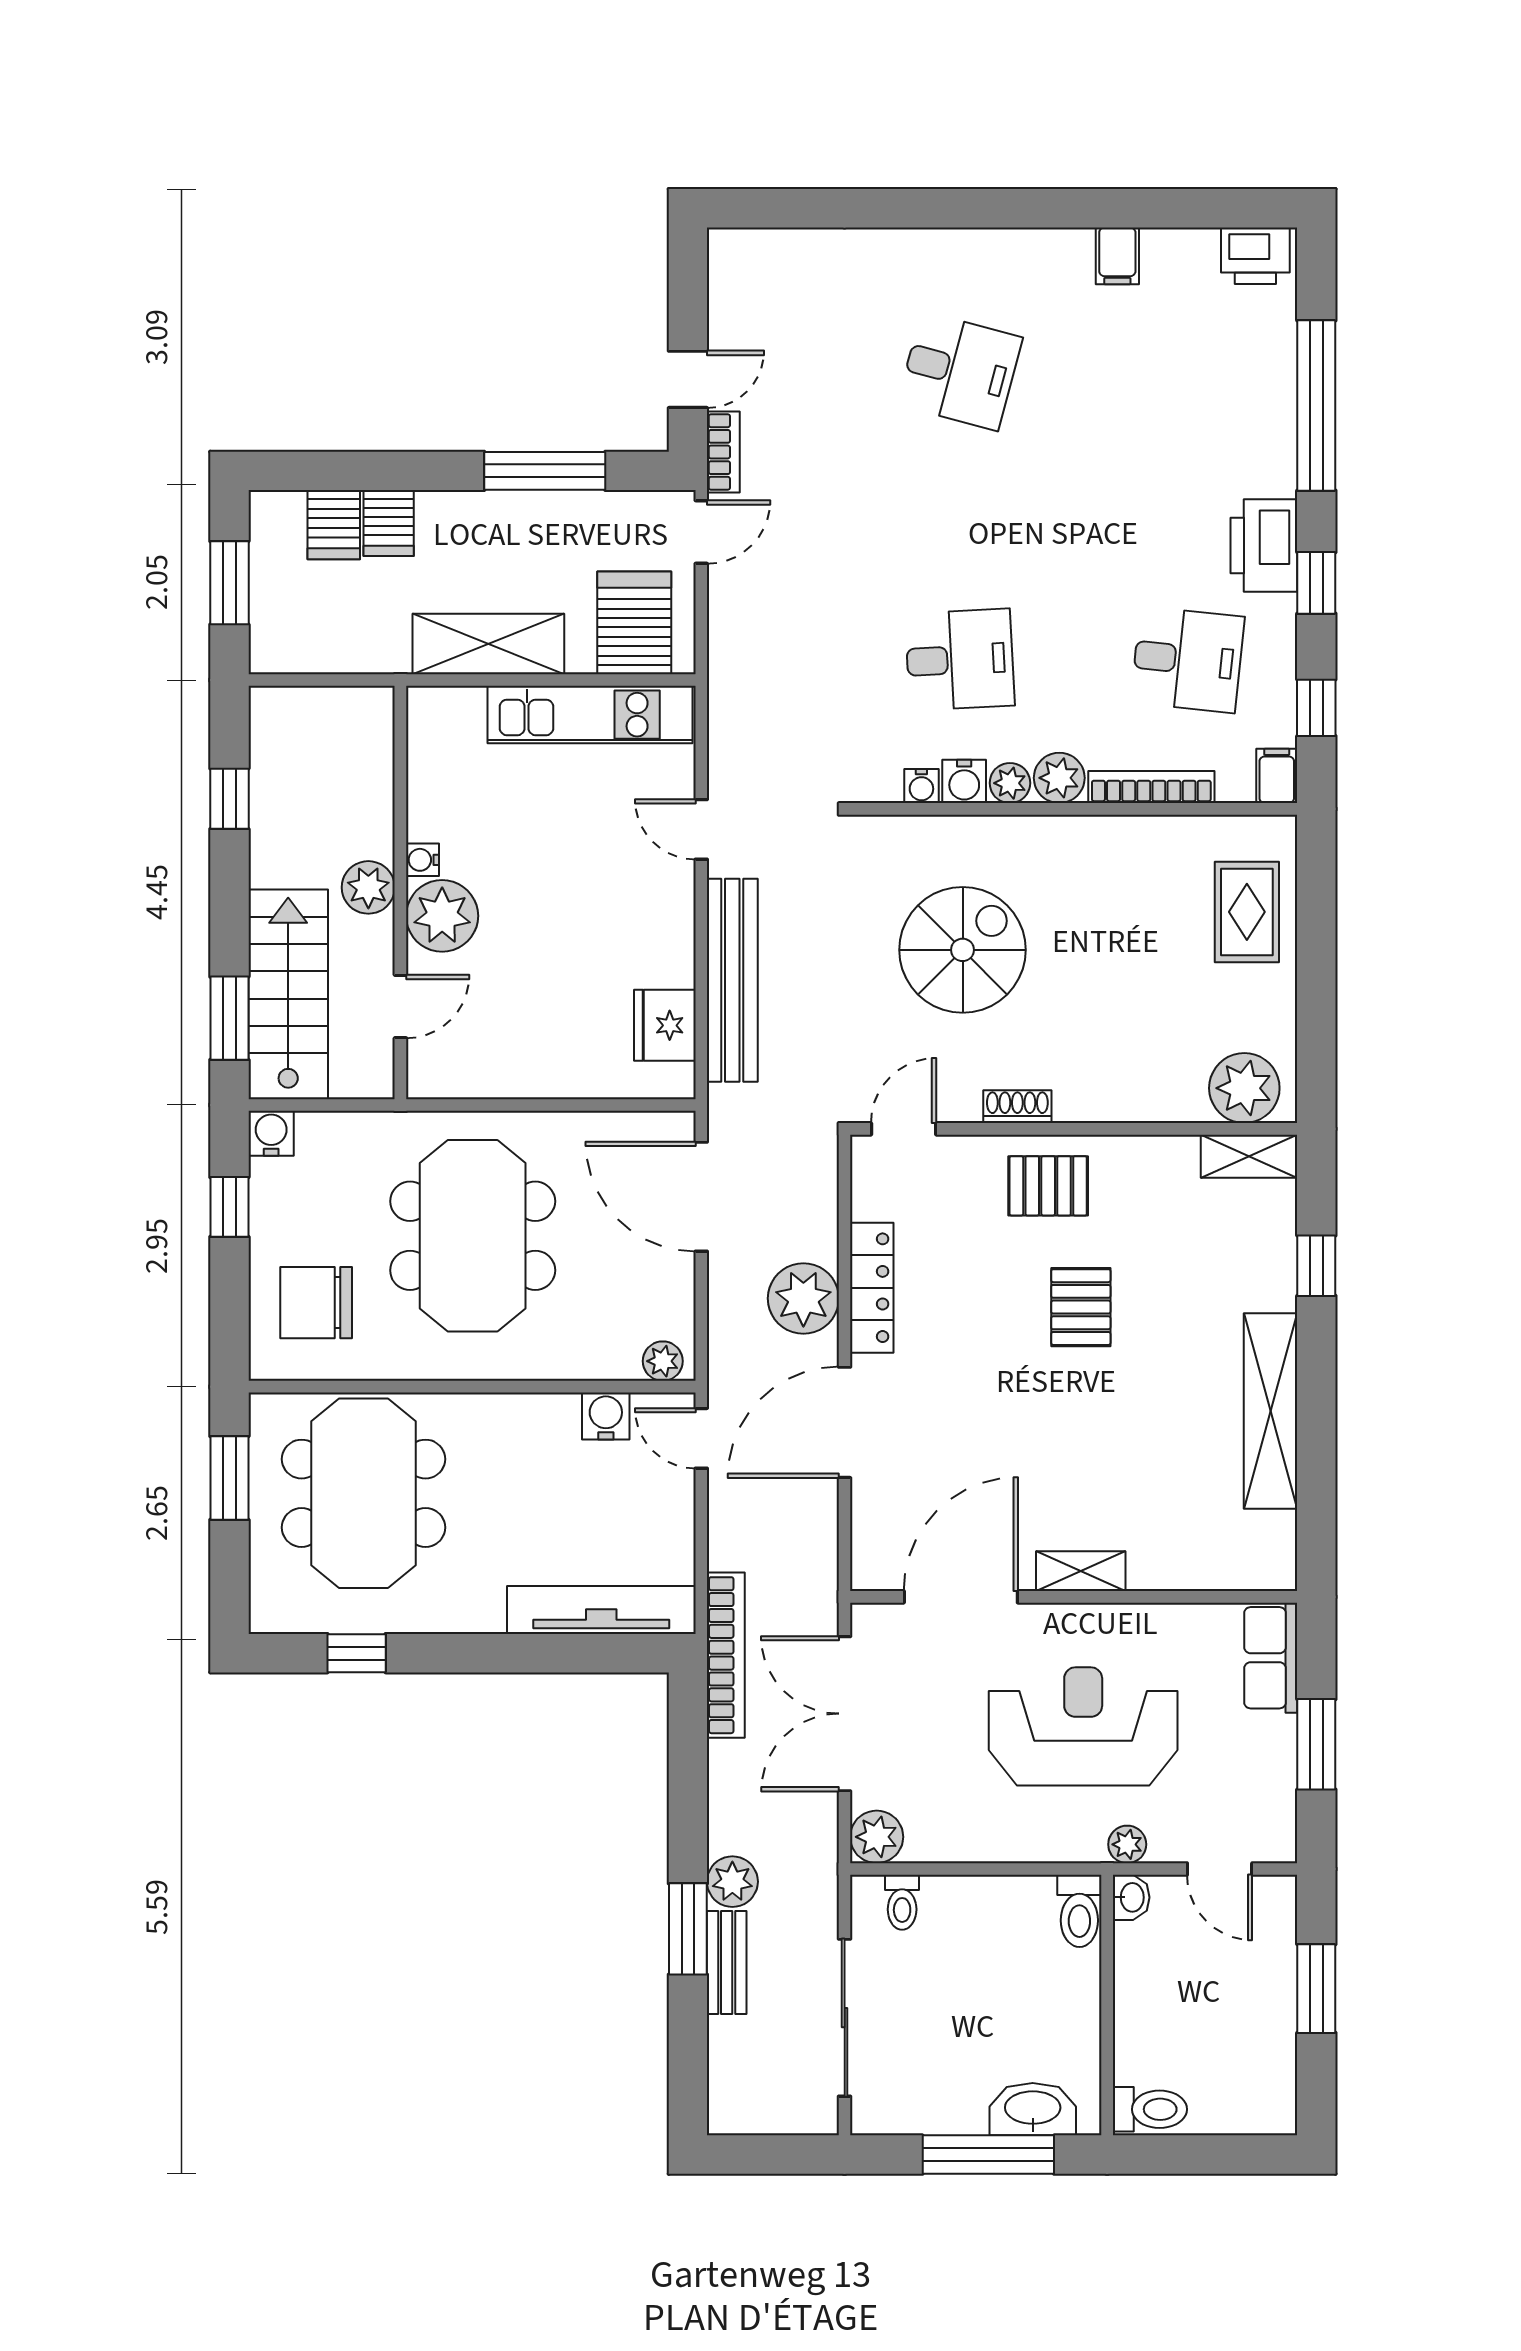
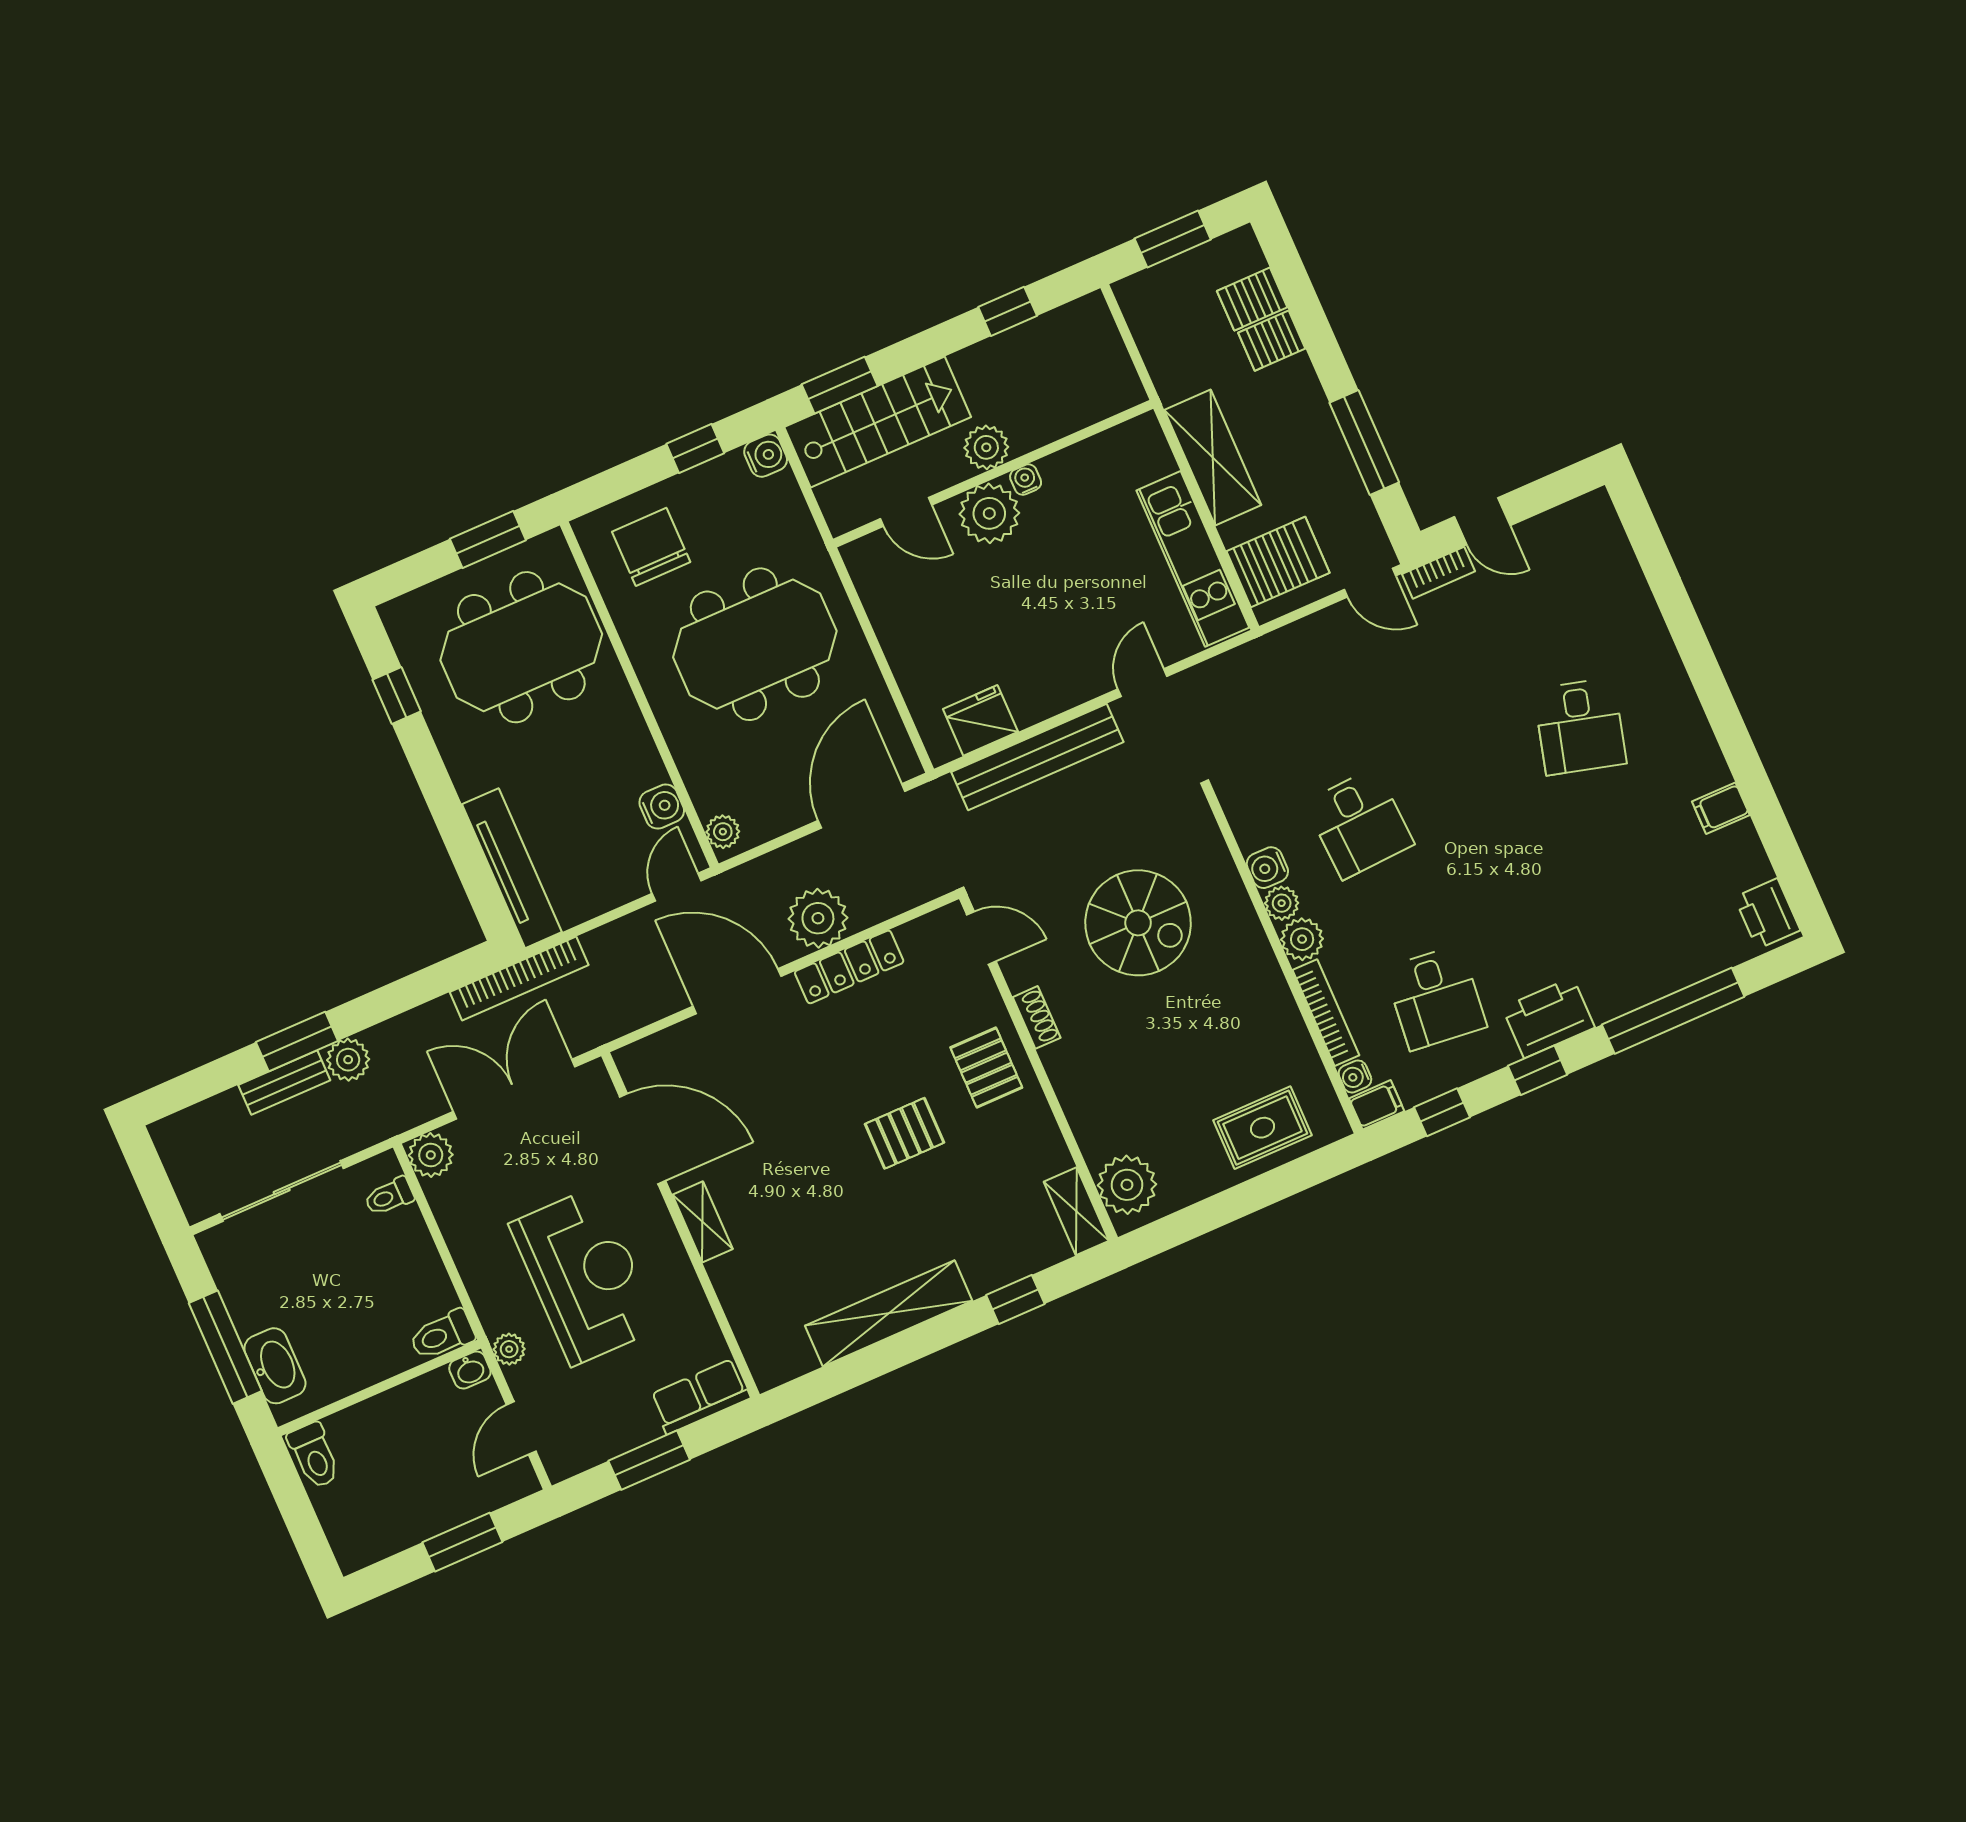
water cooler: (921, 786) -> (1355, 1076), moved

